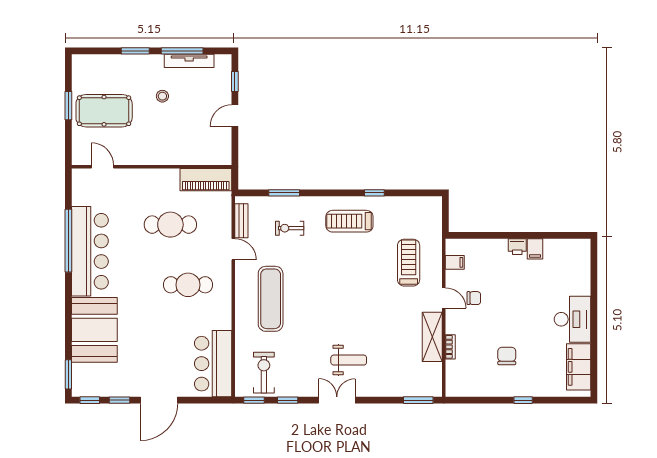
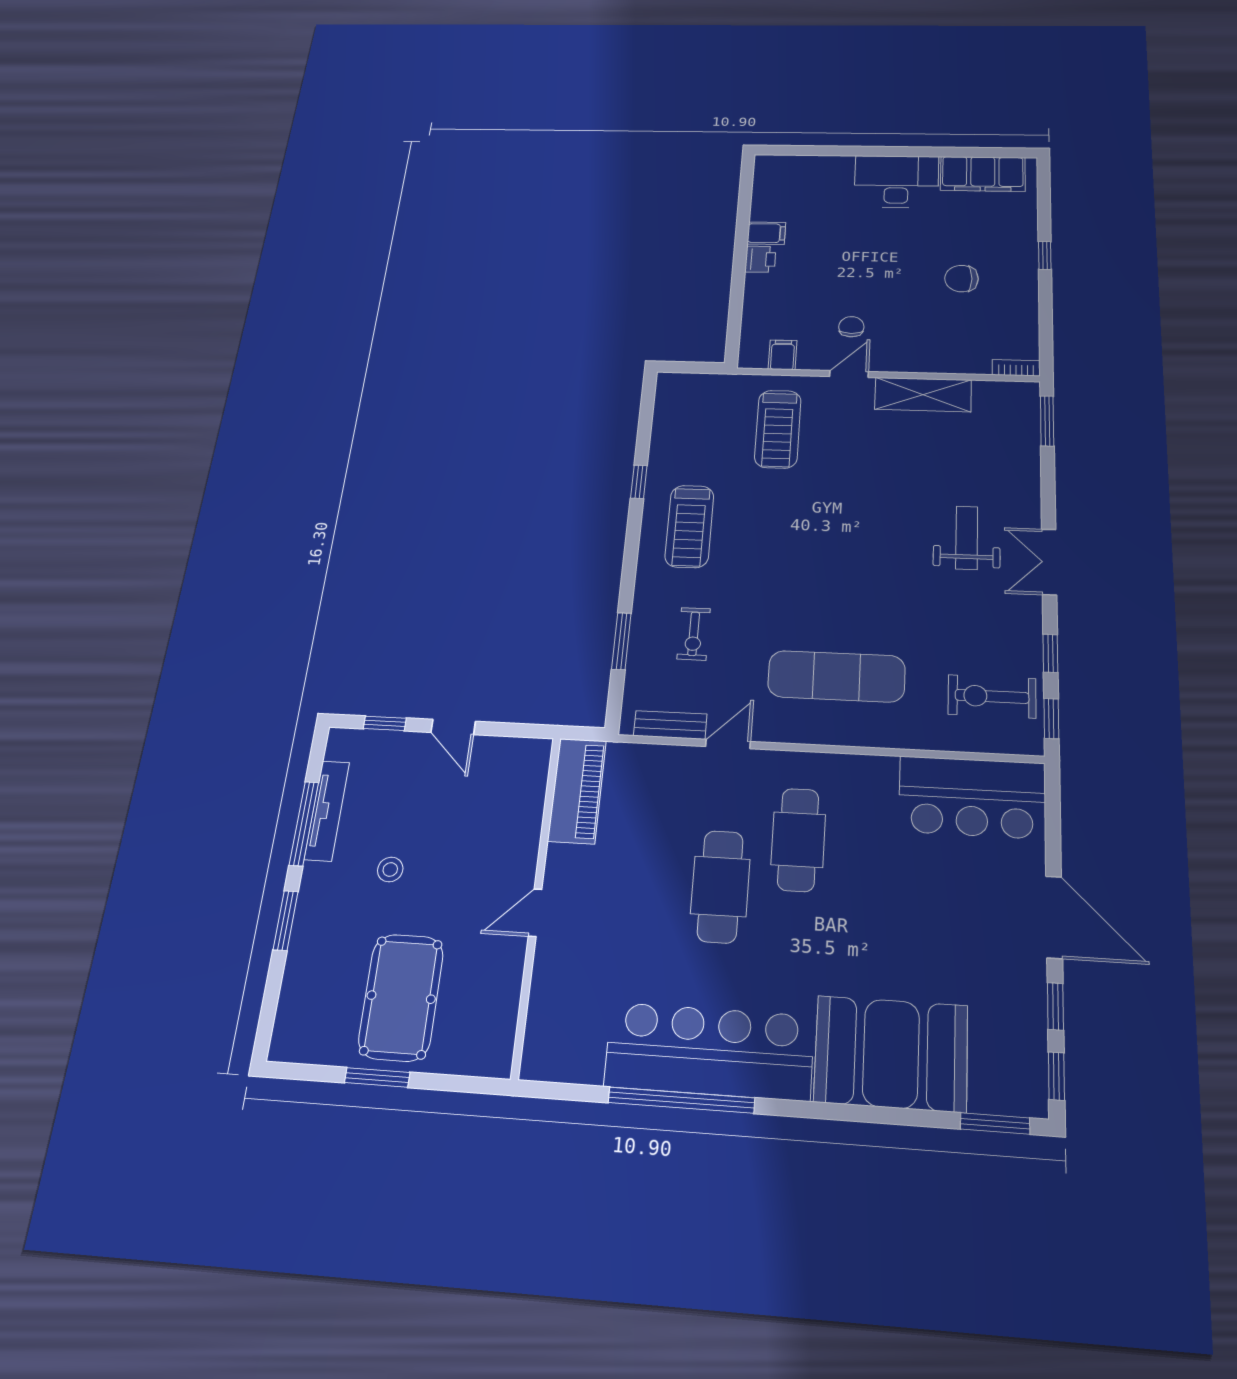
door: (103, 167) -> (535, 913), moved
cafe table: (170, 225) -> (720, 886), moved
treadmill: (409, 263) -> (778, 429), turned -90
bookcase: (450, 347) -> (1016, 368), moved

